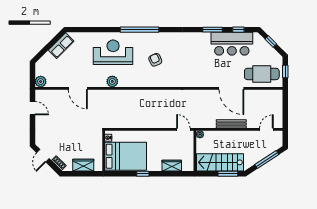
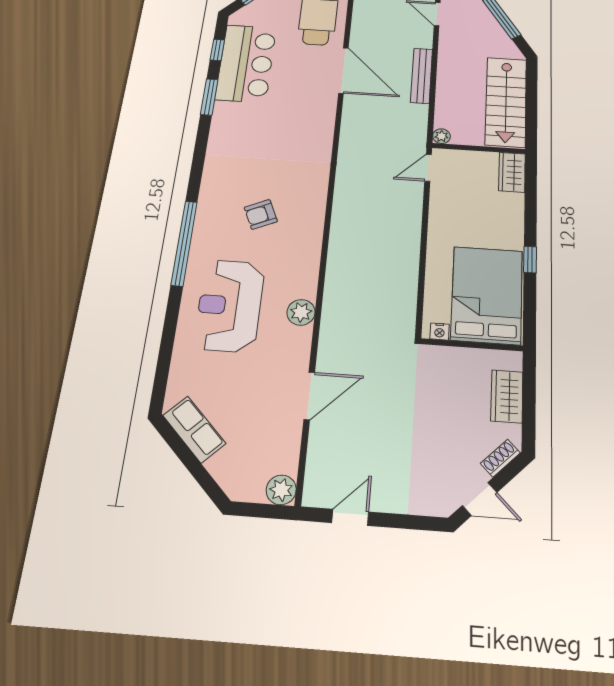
door: (231, 88) -> (343, 70), hinge flipped
wardrobe: (172, 166) -> (512, 172), moved
window: (228, 174) -> (532, 89), removed

